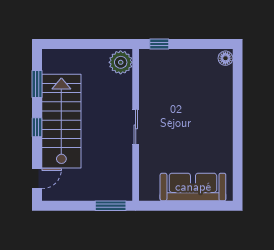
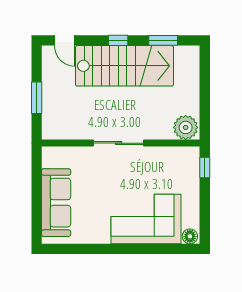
corner sofa: (209, 100) -> (146, 219), added
sliding door: (136, 127) -> (119, 143), width x1.37
window: (111, 206) -> (37, 98), moved

